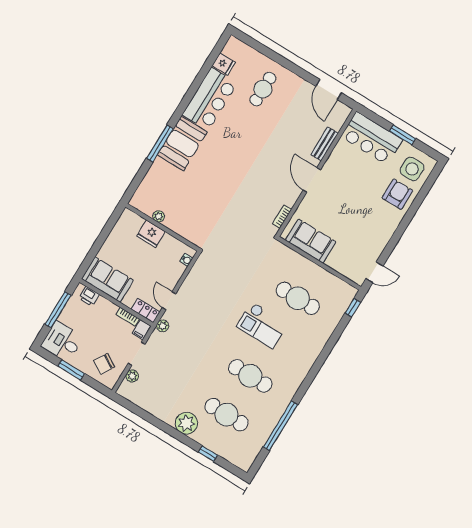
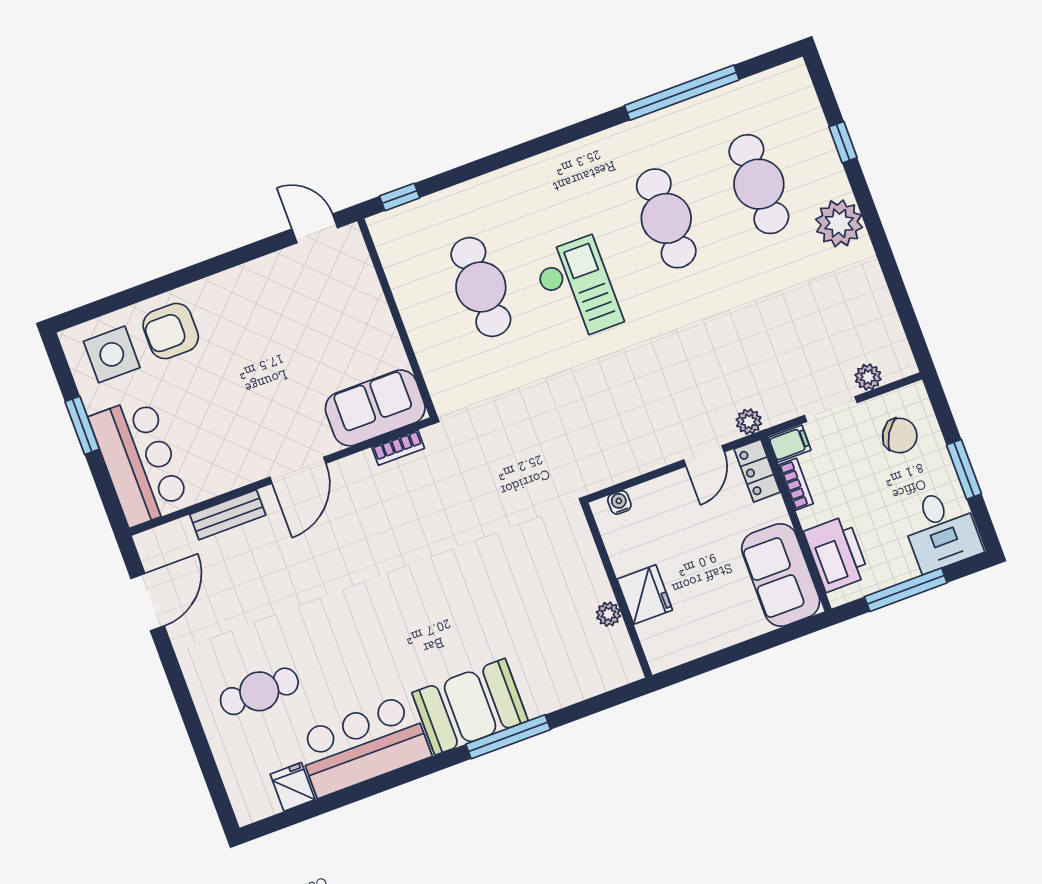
sofa: (311, 241) -> (375, 408), moved, turned 90
printer: (89, 296) -> (837, 554), width x1.87, depth x1.48

